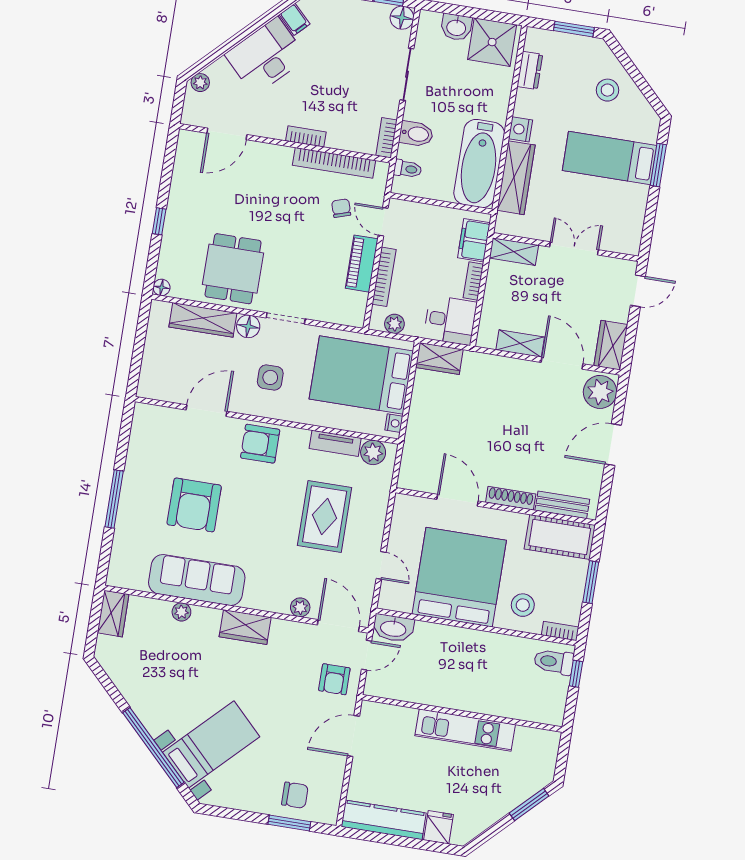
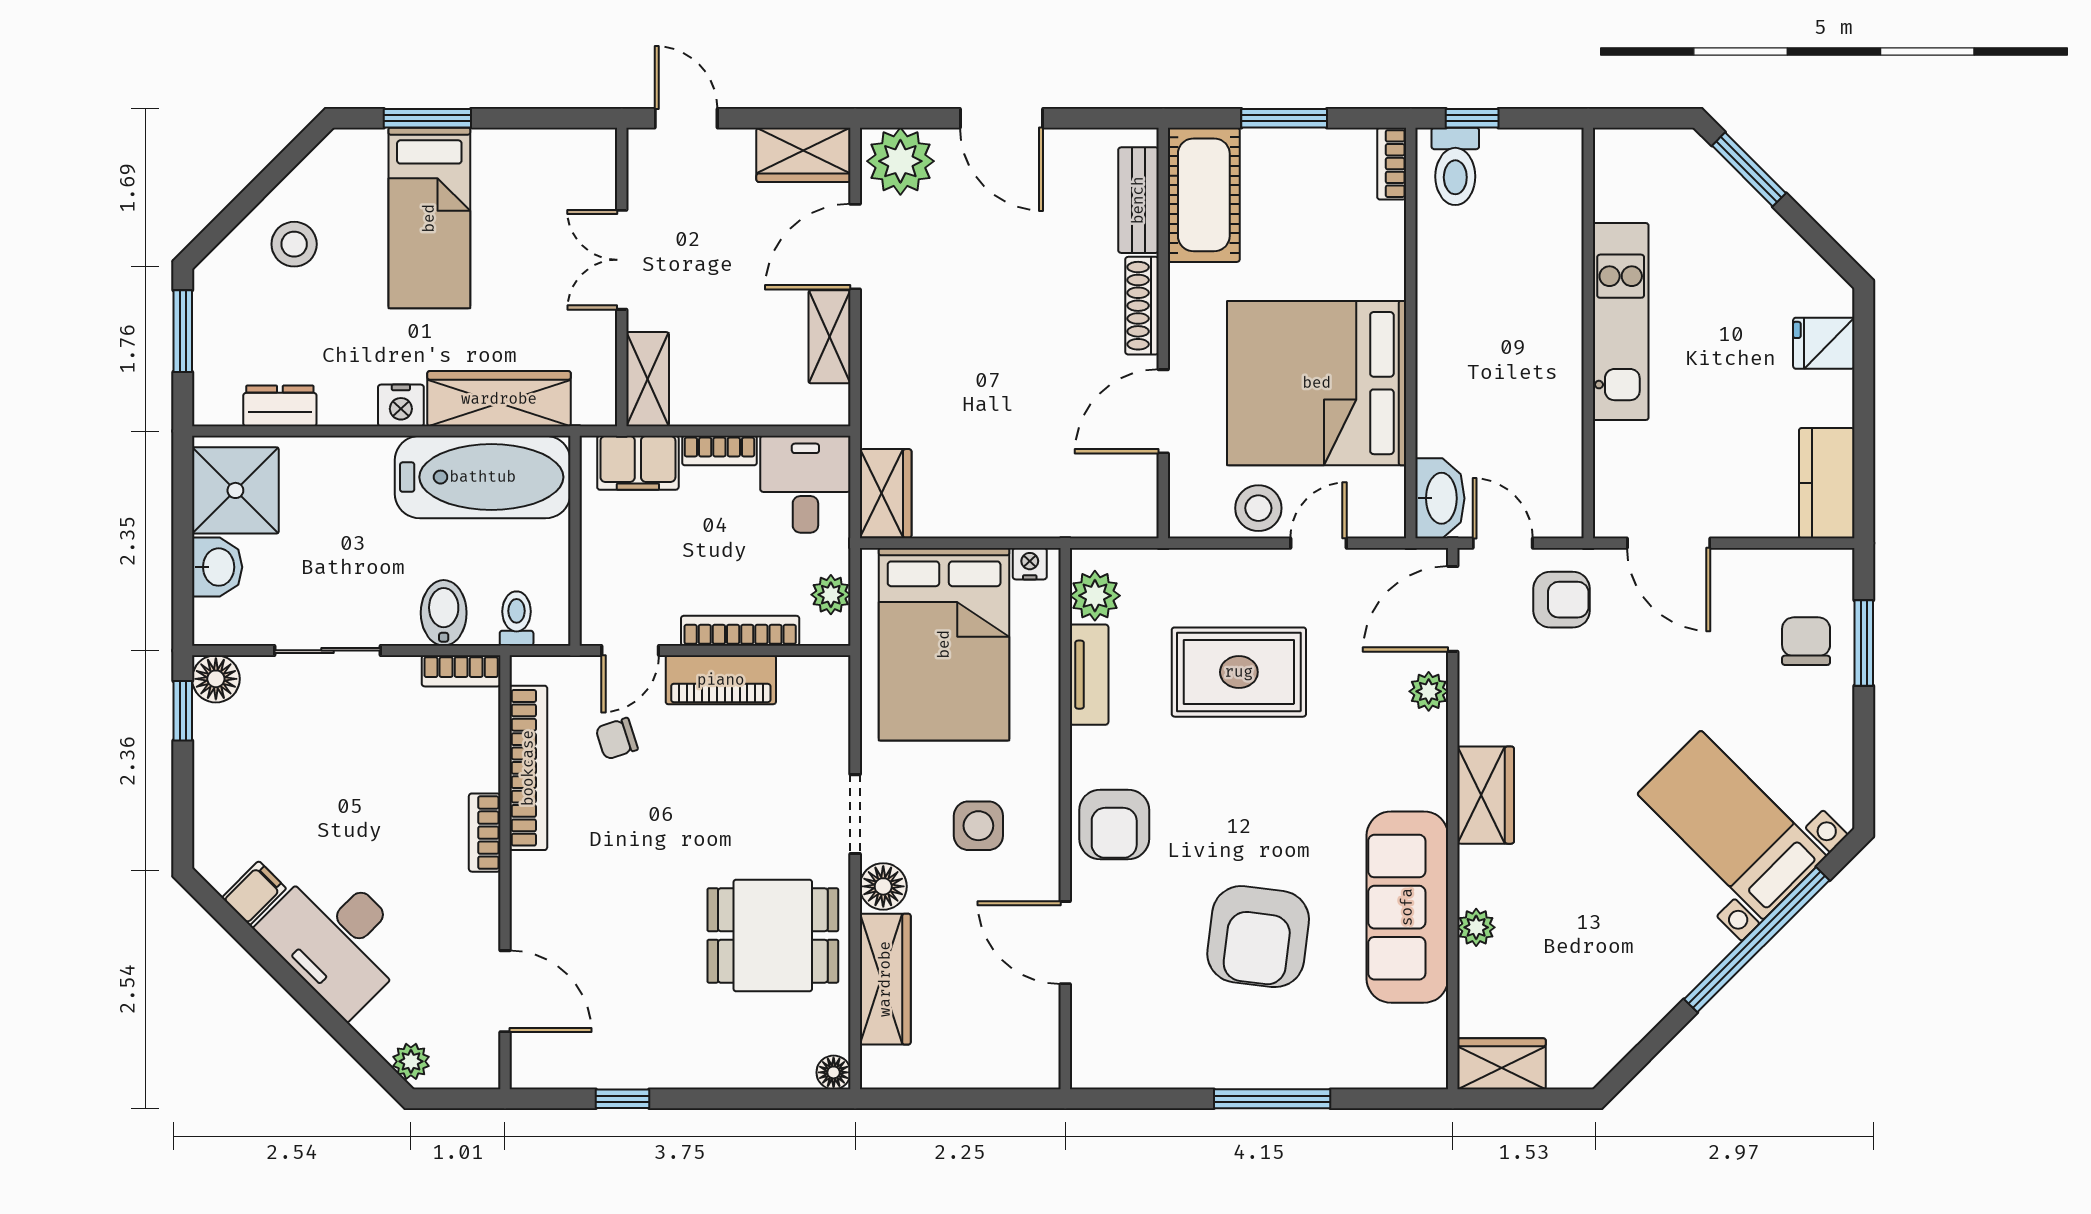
window: (159, 221) -> (622, 1099), moved
armchair: (194, 505) -> (1258, 937), turned 97
stool: (523, 605) -> (1258, 508), moved
kitchen counter: (384, 820) -> (1827, 483), width x0.67

